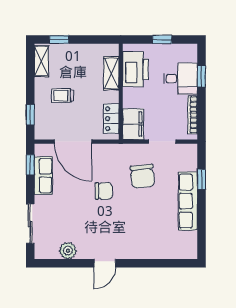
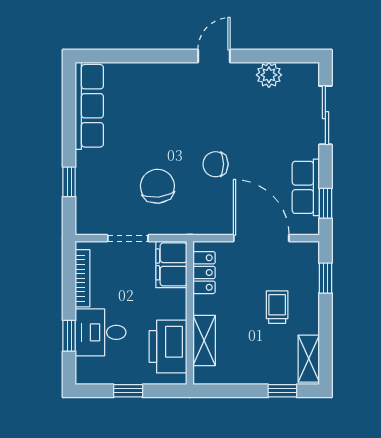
trolley: (63, 96) -> (277, 307), turned -90
row of seats: (188, 201) -> (89, 106), moved

